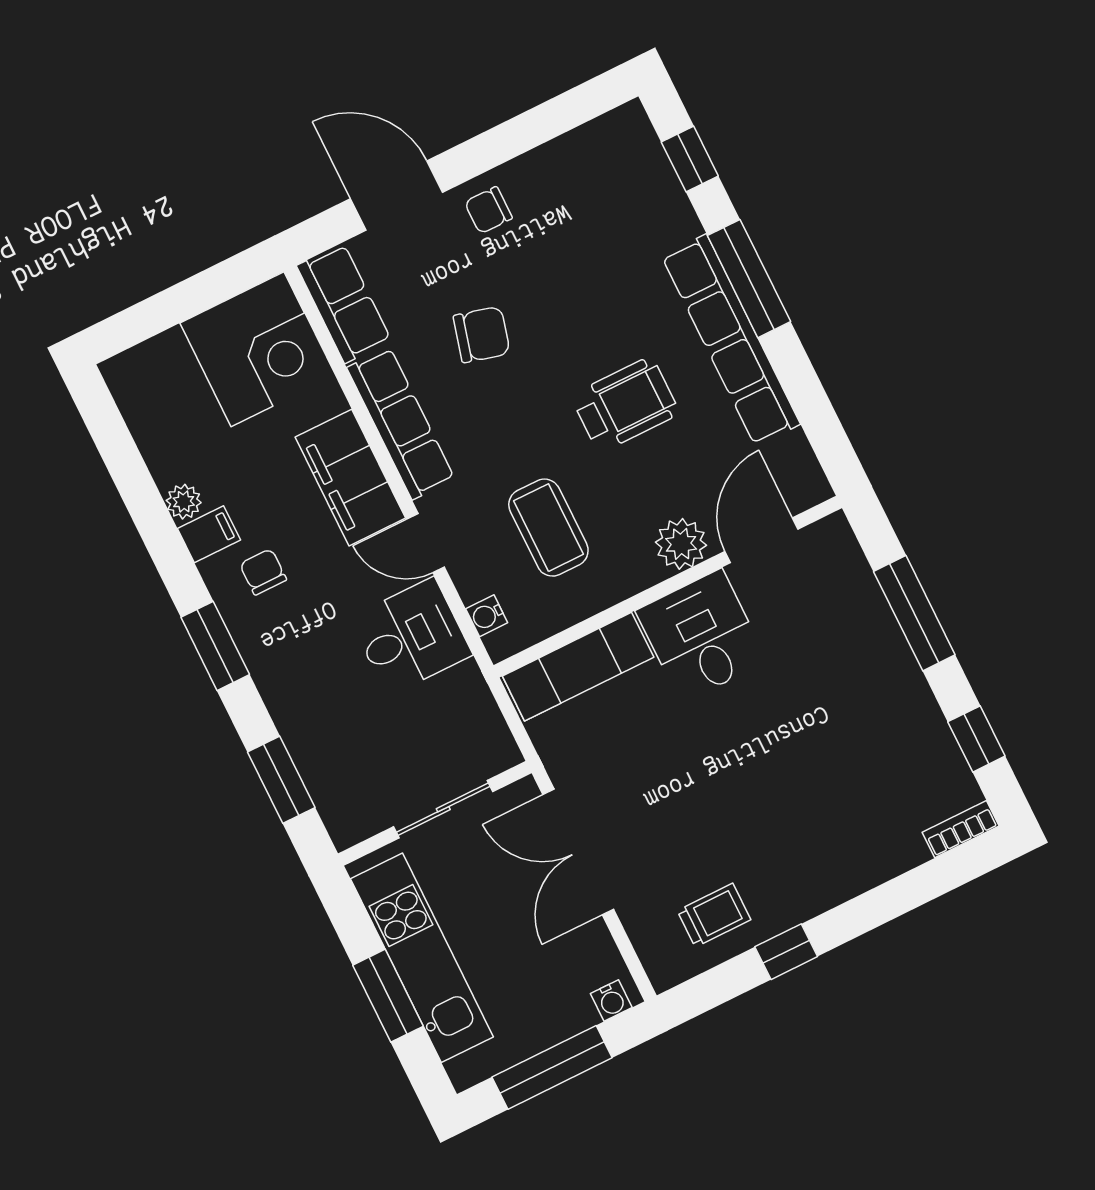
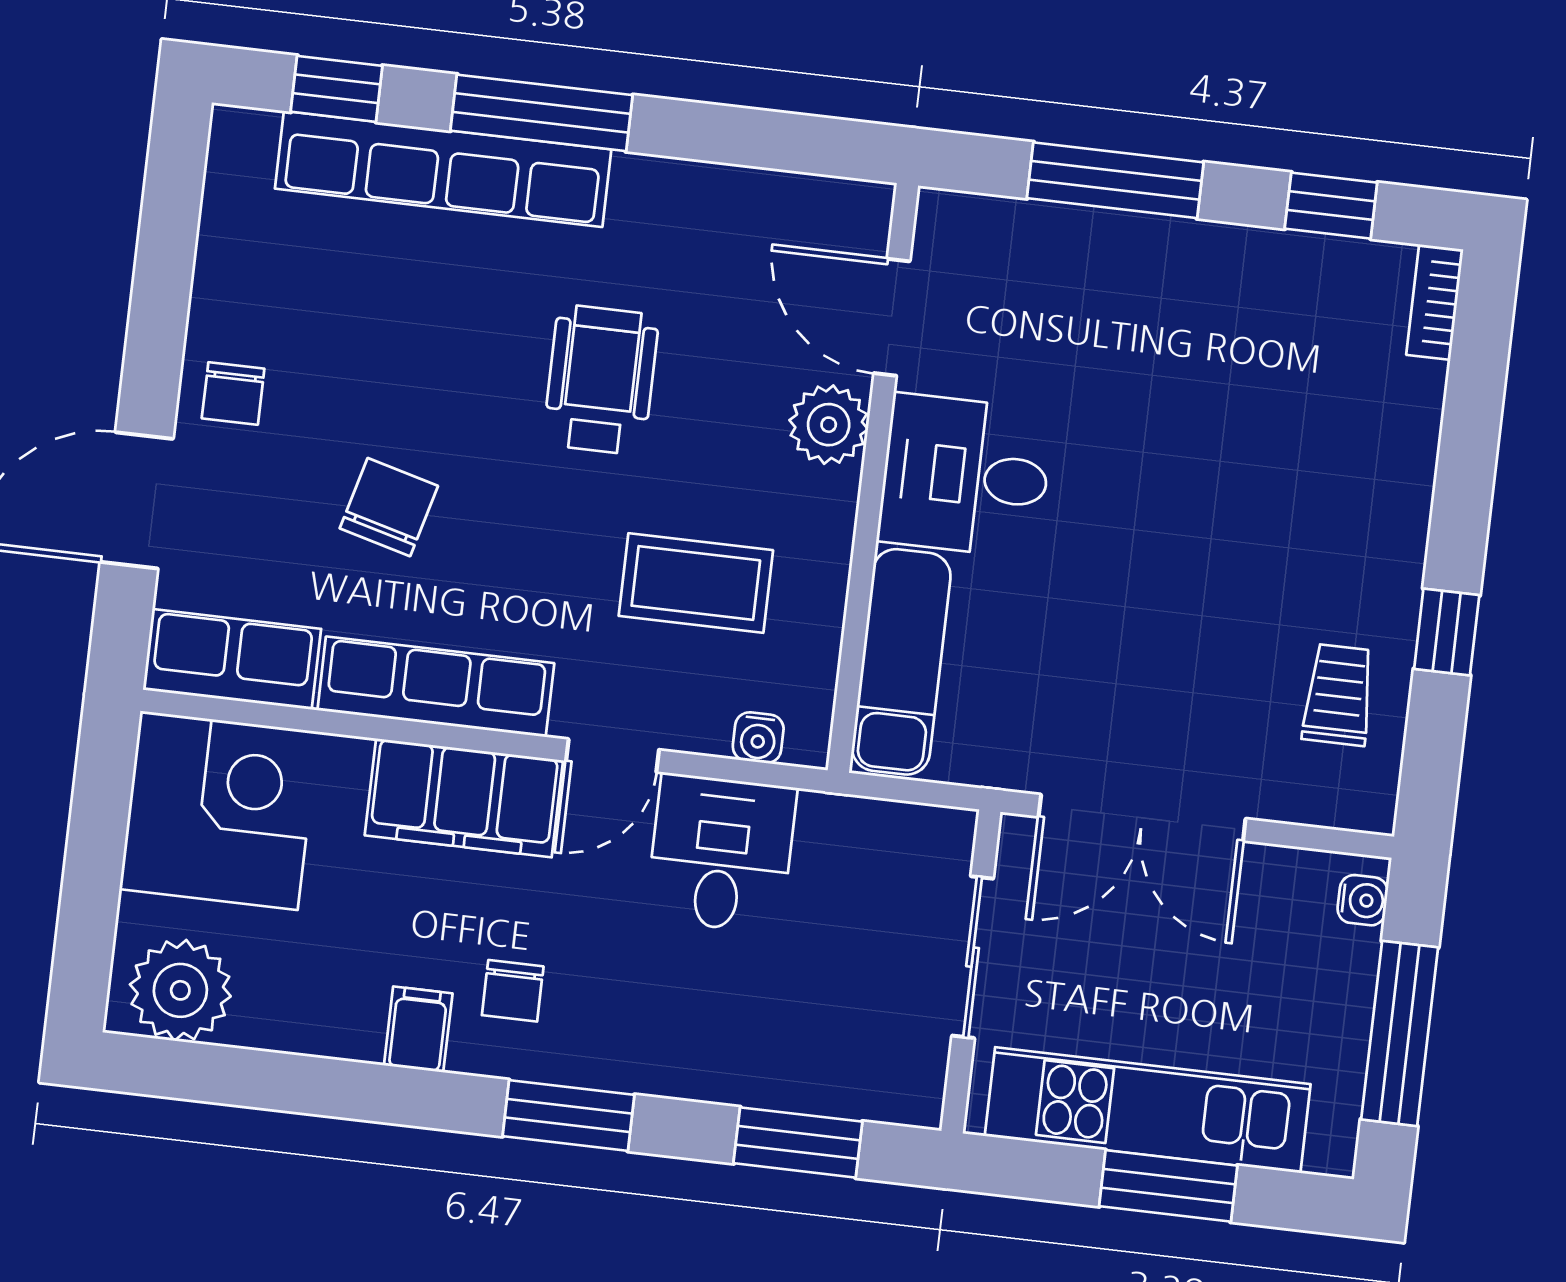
row of seats: (731, 340) -> (443, 169), moved
plant: (184, 502) -> (180, 990), moved, width x1.87, depth x1.87
chair: (263, 572) -> (513, 991), turned -90

